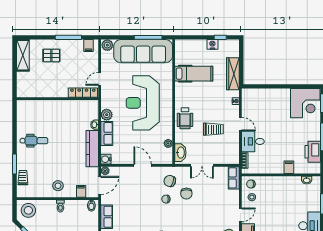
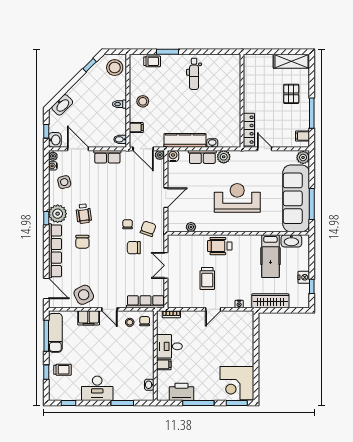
reception desk: (143, 103) -> (237, 198), width x0.74, depth x0.77
desk: (253, 141) -> (169, 346), moved, turned -90
washbasin: (180, 153) -> (291, 241), moved
row of seats: (234, 178) -> (146, 302), width x1.48

